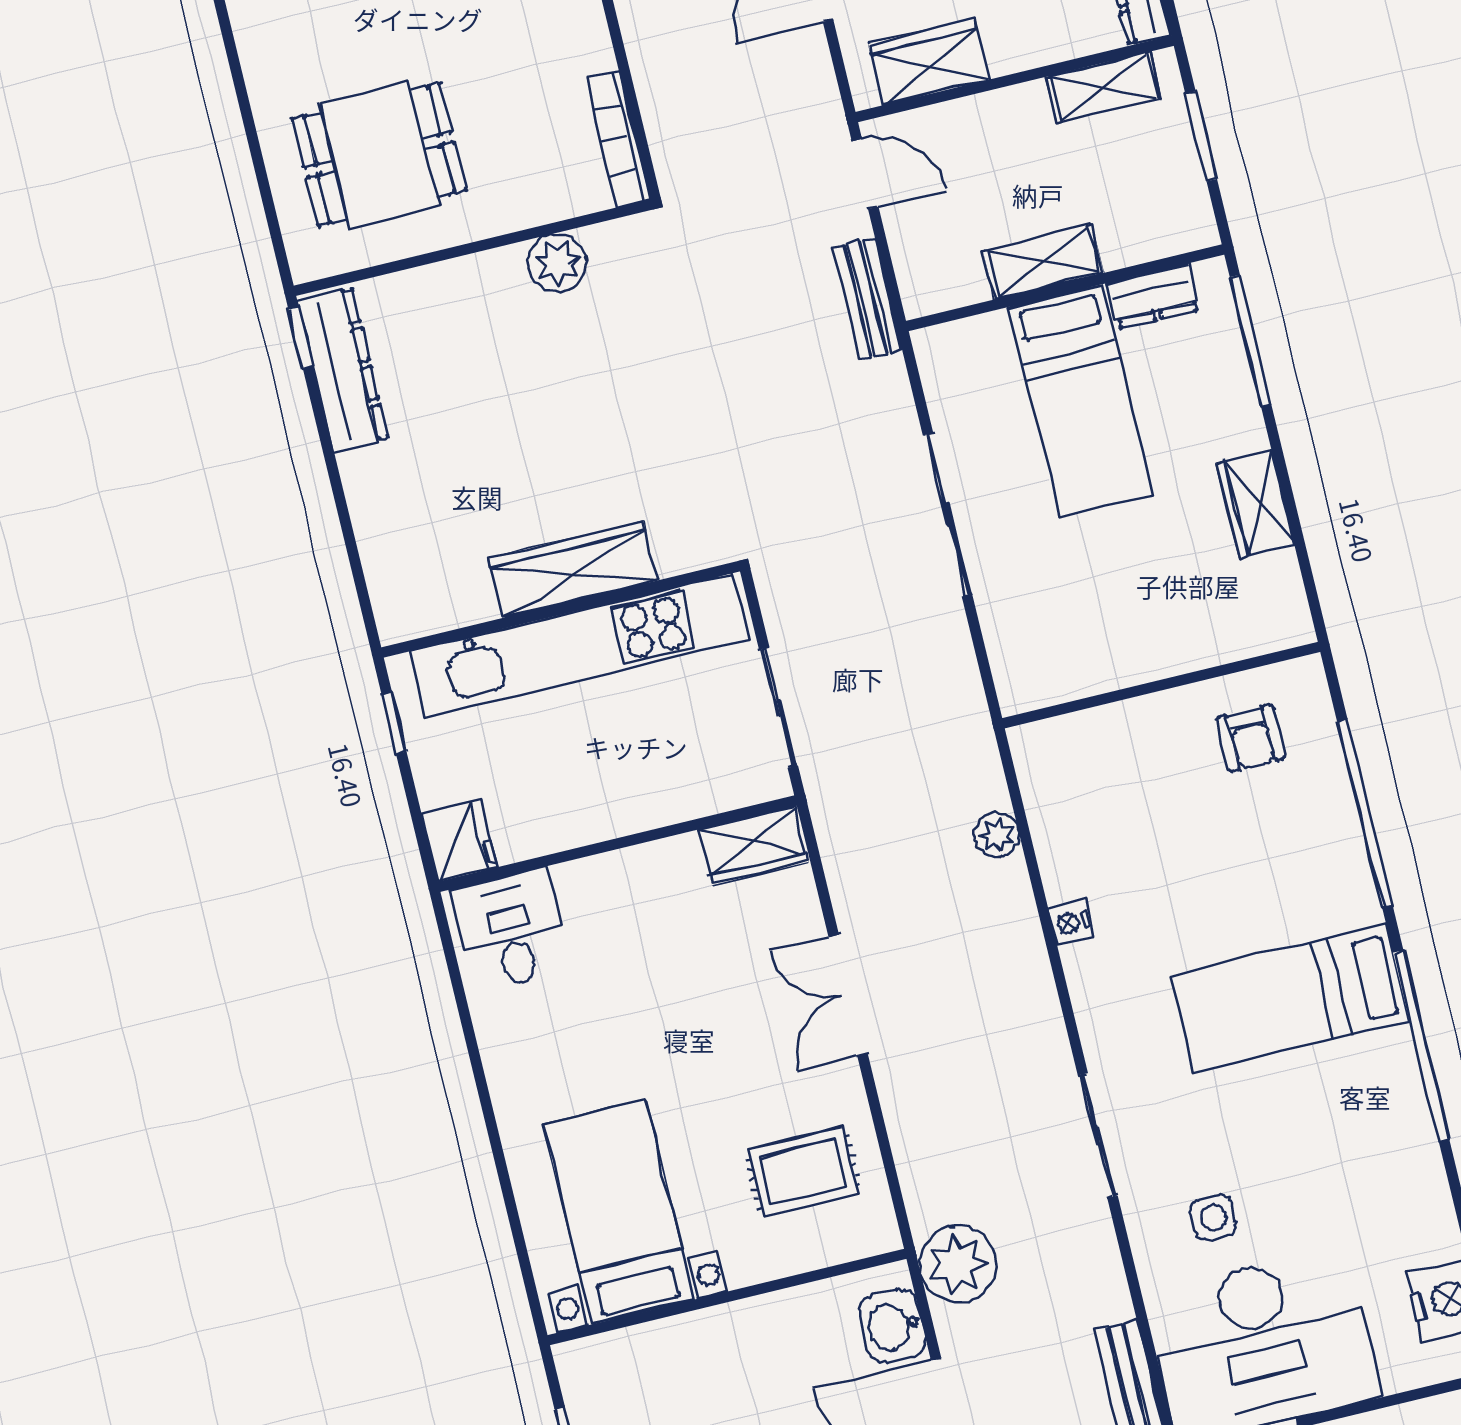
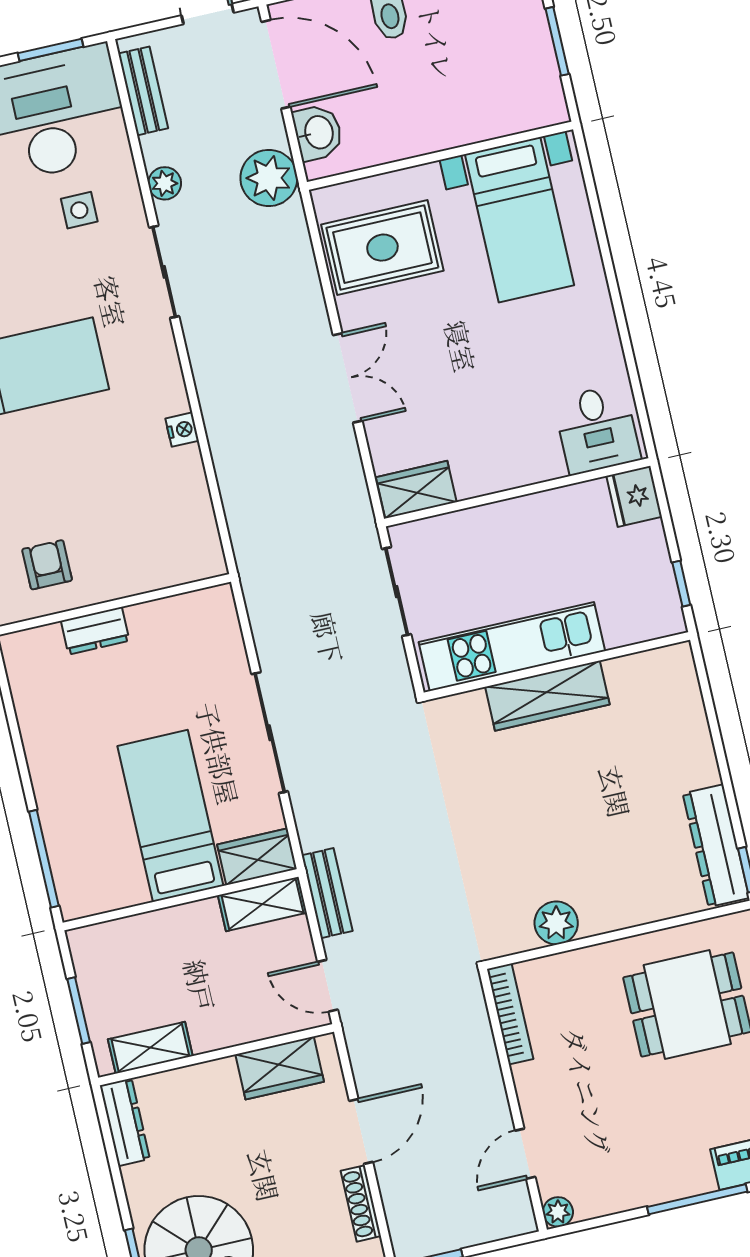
shelving: (1043, 262) -> (262, 904), moved
dresser: (1153, 296) -> (95, 631), moved, turned 180
wardrobe: (1256, 504) -> (257, 857), moved, turned -90
kitchen unit: (579, 646) -> (512, 647), width x0.73
plant: (997, 835) -> (165, 183), moved
rug: (803, 1172) -> (382, 248), width x1.36, depth x1.43

